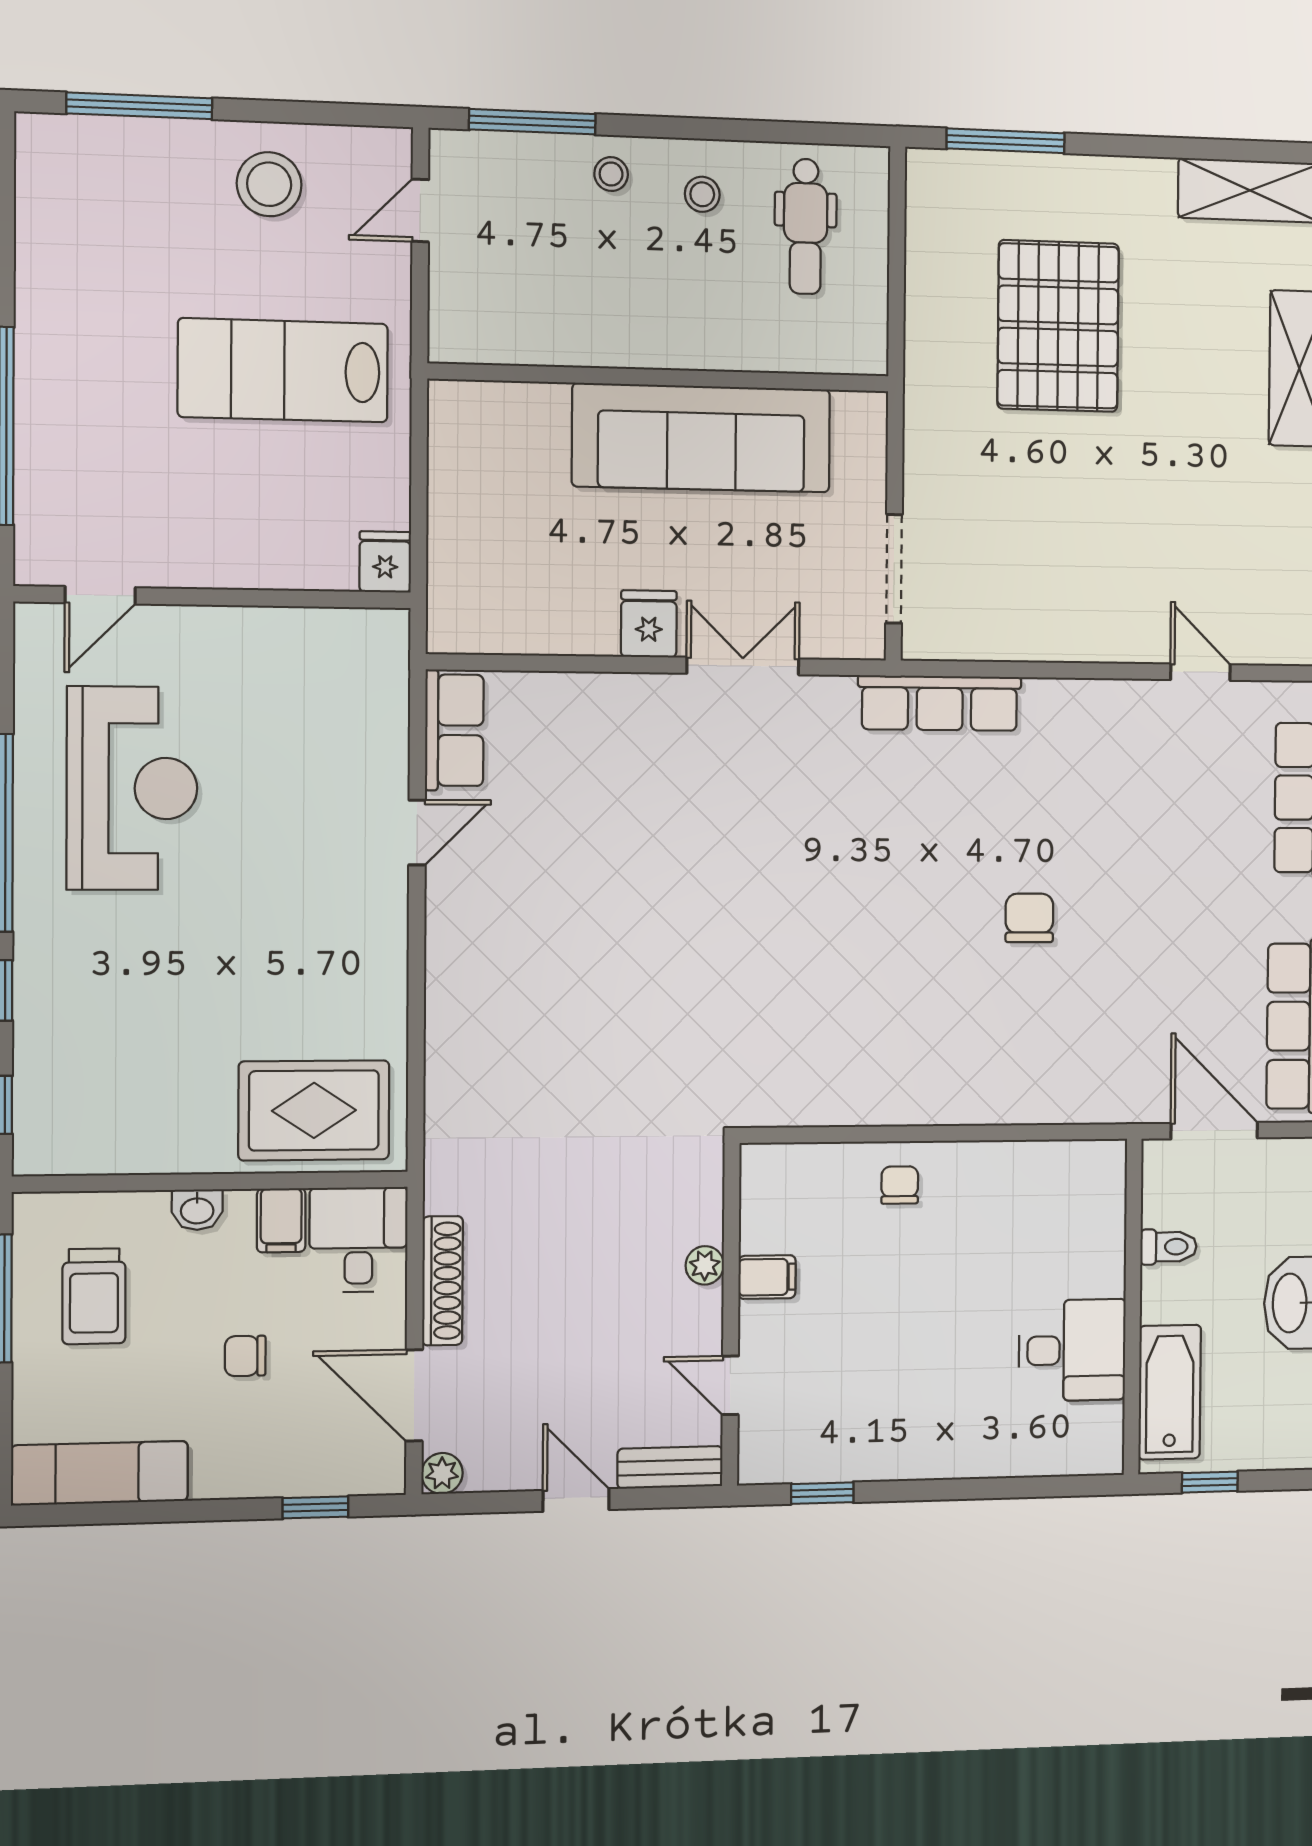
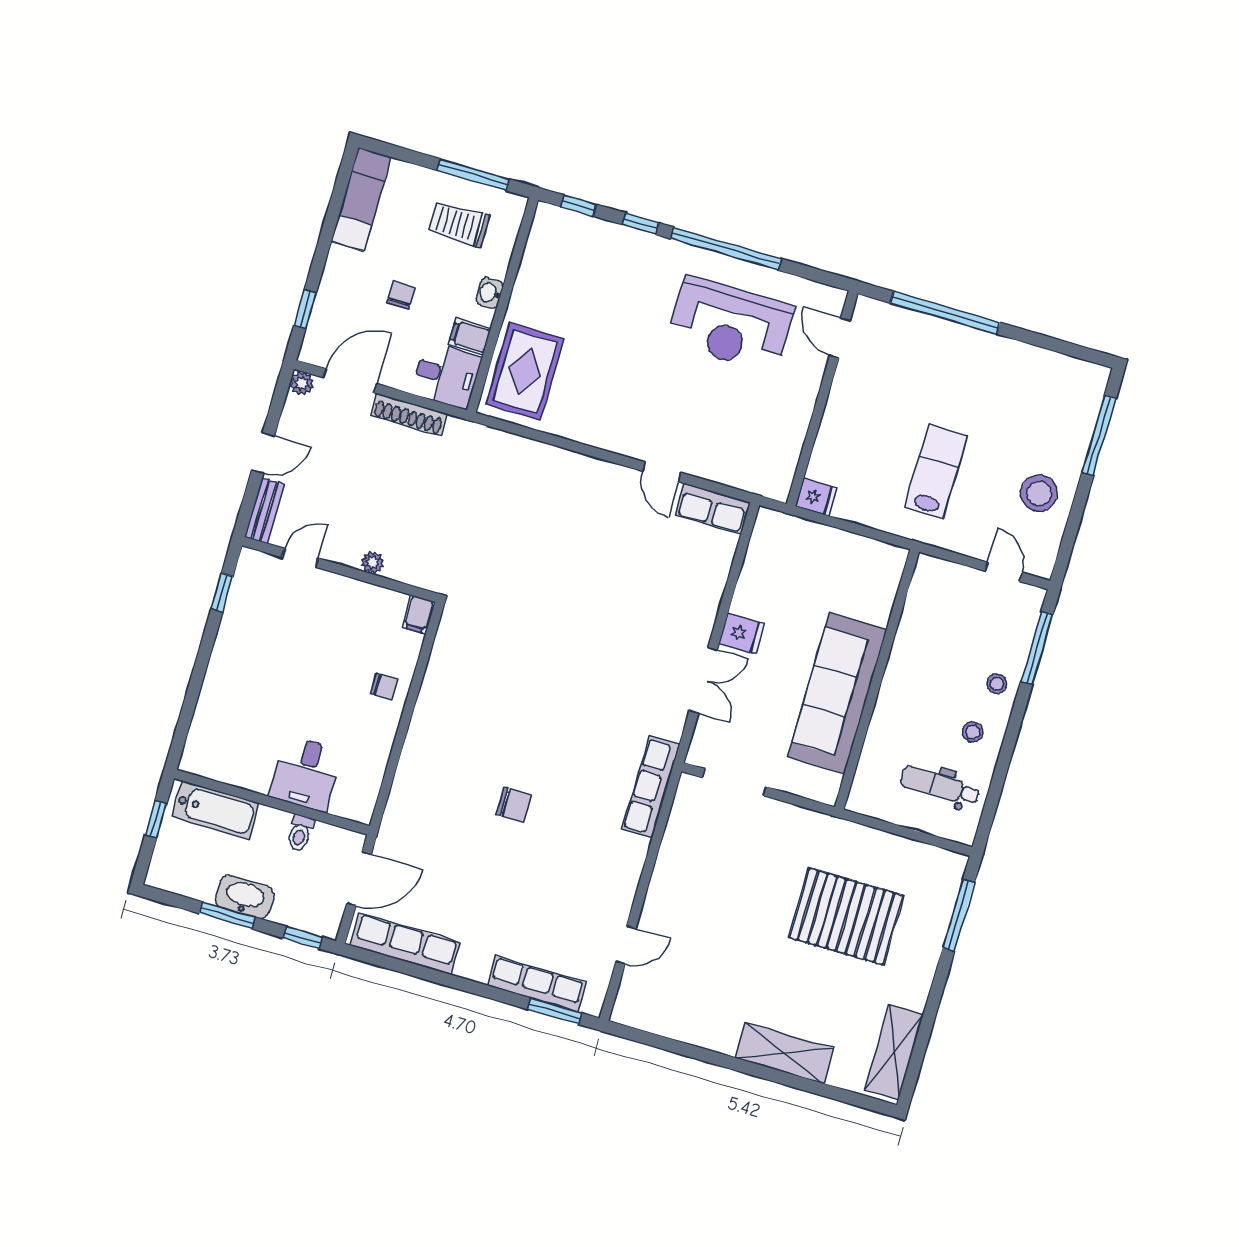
lab bench: (283, 370) -> (936, 472), width x0.73, depth x0.72
filing cabinet: (767, 1277) -> (419, 615), moved
desk: (1072, 1350) -> (306, 774), moved

